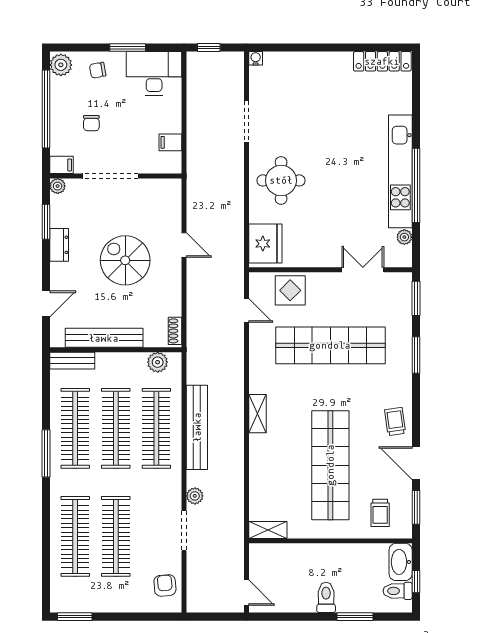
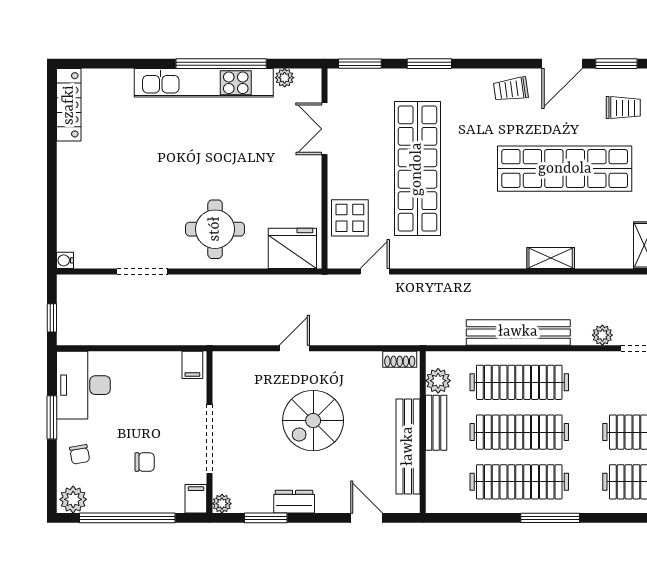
filing cabinet: (170, 142) -> (192, 365), moved
bench: (72, 361) -> (436, 423), moved
shelving: (258, 414) -> (551, 258), moved

